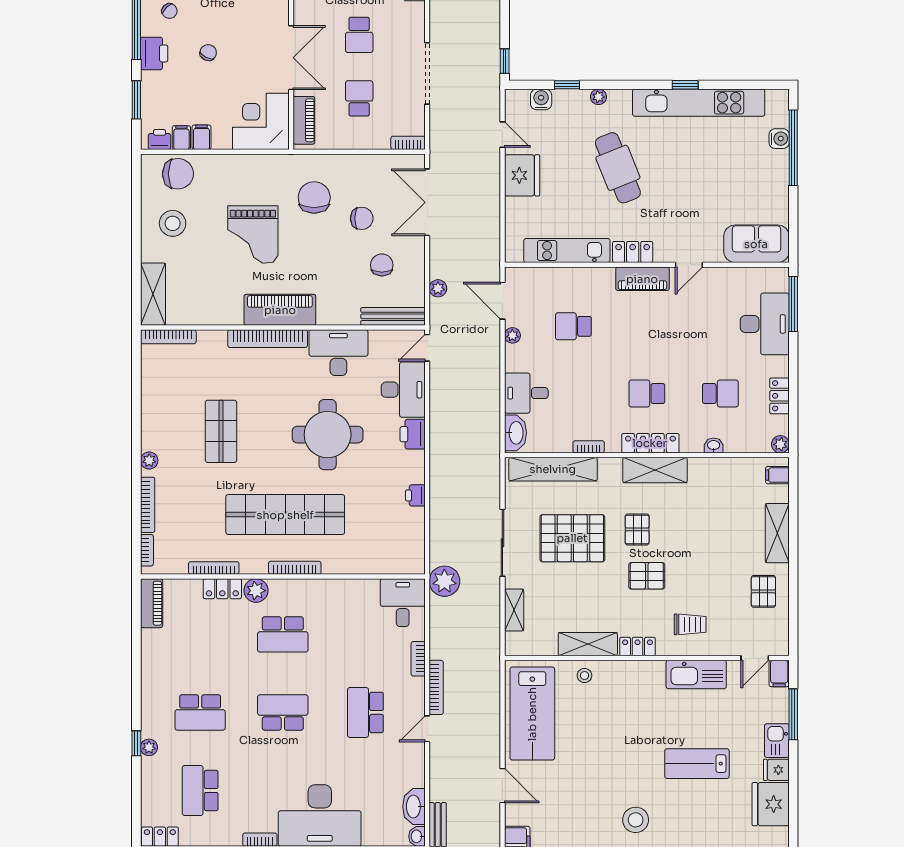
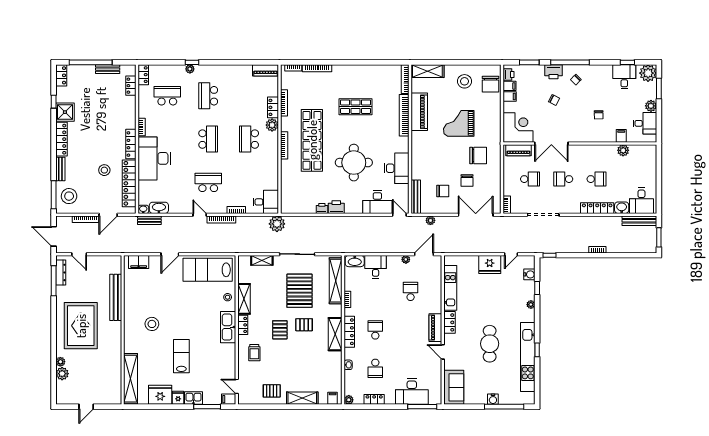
water cooler: (779, 139) -> (493, 399), moved
cafe table: (618, 168) -> (490, 344), moved, turned -68
piano: (280, 310) -> (419, 112), moved
bookcase: (268, 339) -> (404, 115), moved
printer: (413, 434) -> (336, 207), moved
plant: (149, 460) -> (340, 69), removed
kitchen sink: (696, 675) -> (228, 327), moved

